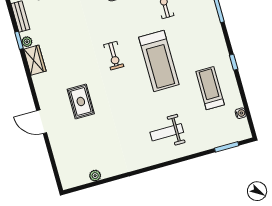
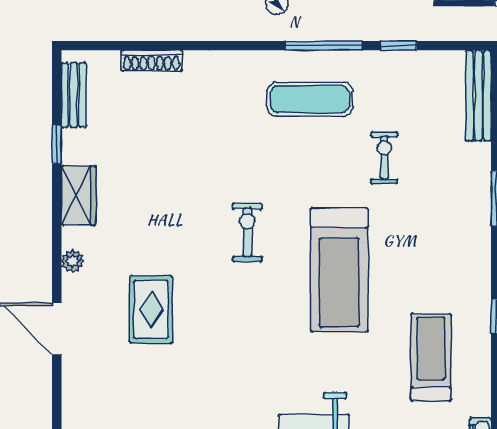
plant: (27, 42) -> (73, 261), moved
exercise bike: (114, 56) -> (247, 232), turned 180

